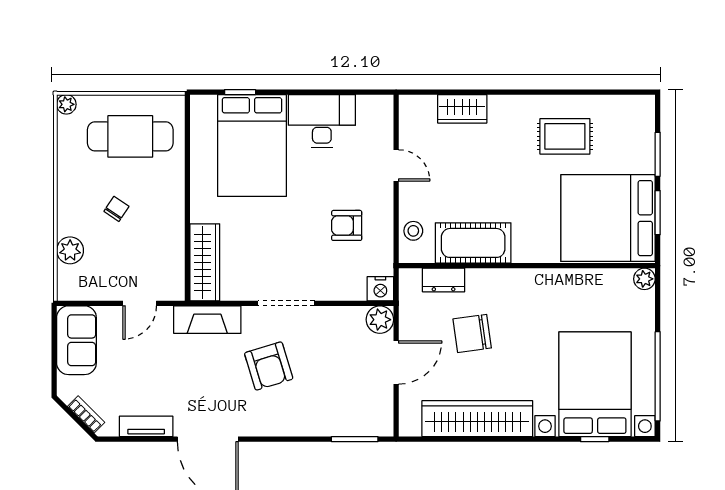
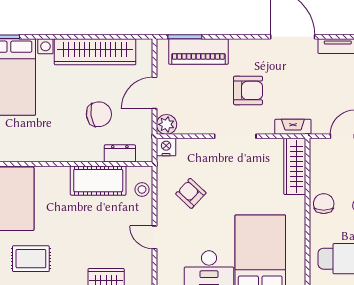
chair: (165, 211) -> (324, 204), added
armchair: (347, 225) -> (191, 193), turned -137
fireplace: (207, 320) -> (293, 127), width x0.73, depth x0.76
armchair: (269, 366) -> (248, 90), turned 107
piano: (336, 419) -> (198, 52), added

